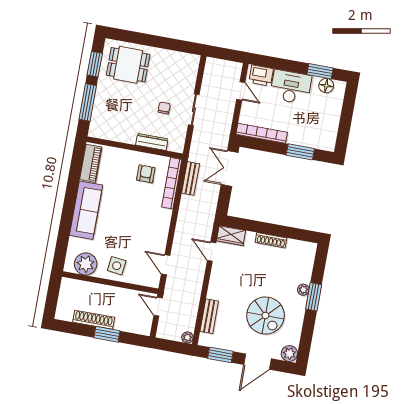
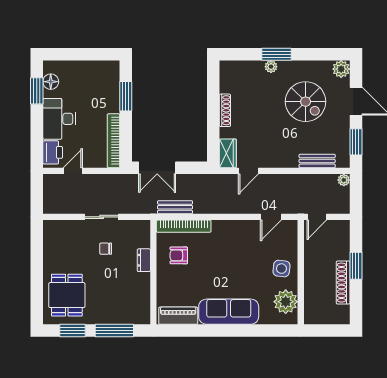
dresser: (152, 142) -> (144, 260), width x0.70
spiral stairs: (266, 316) -> (306, 102), turned 90

